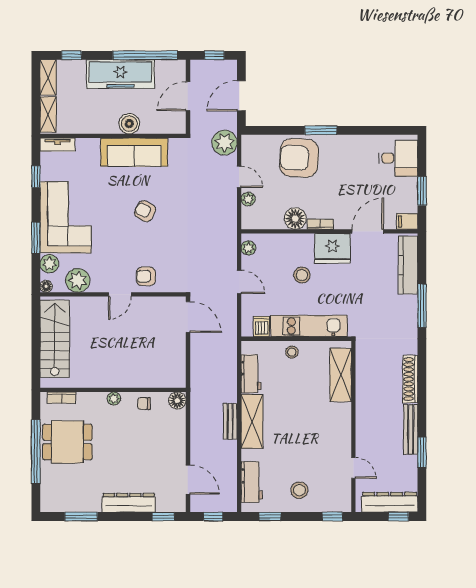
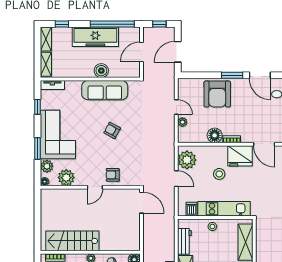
door: (362, 130) -> (260, 75), added
plant: (225, 143) -> (166, 84), removed
armchair: (299, 158) -> (217, 94), turned -93
door: (368, 231) -> (264, 144), swing flipped
plant: (248, 248) -> (187, 160), width x1.88, depth x1.88
stairs: (55, 339) -> (72, 241), moved, turned -90

